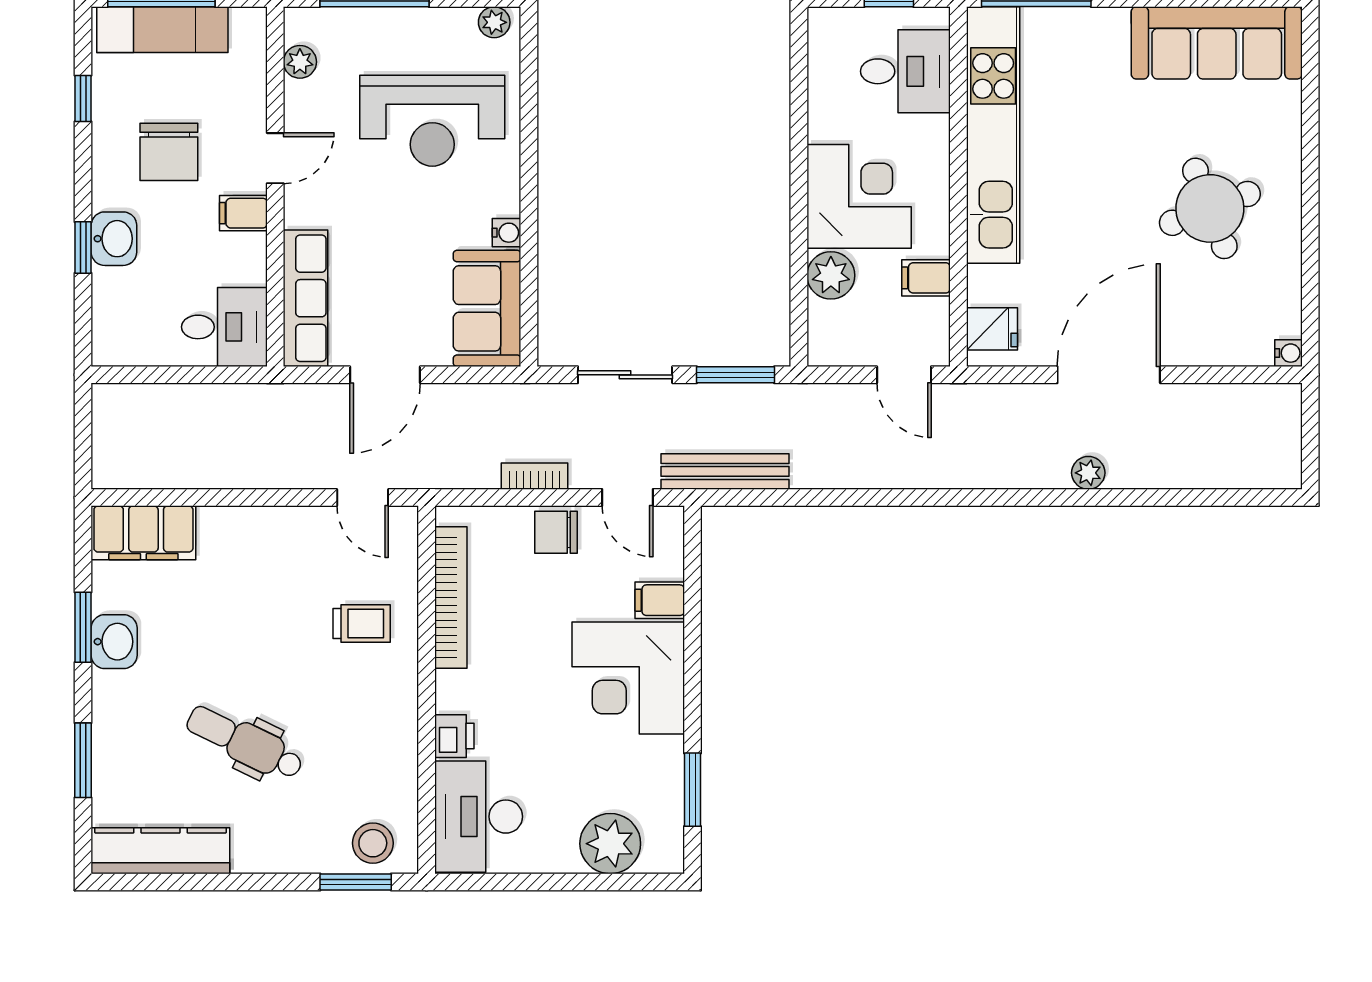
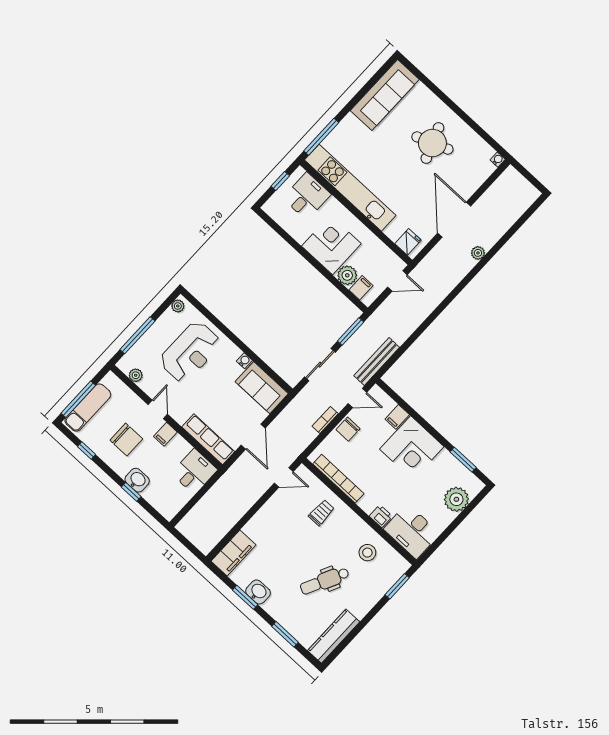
filing cabinet: (926, 278) -> (361, 288), moved, turned 180
stool: (373, 843) -> (367, 553), moved

